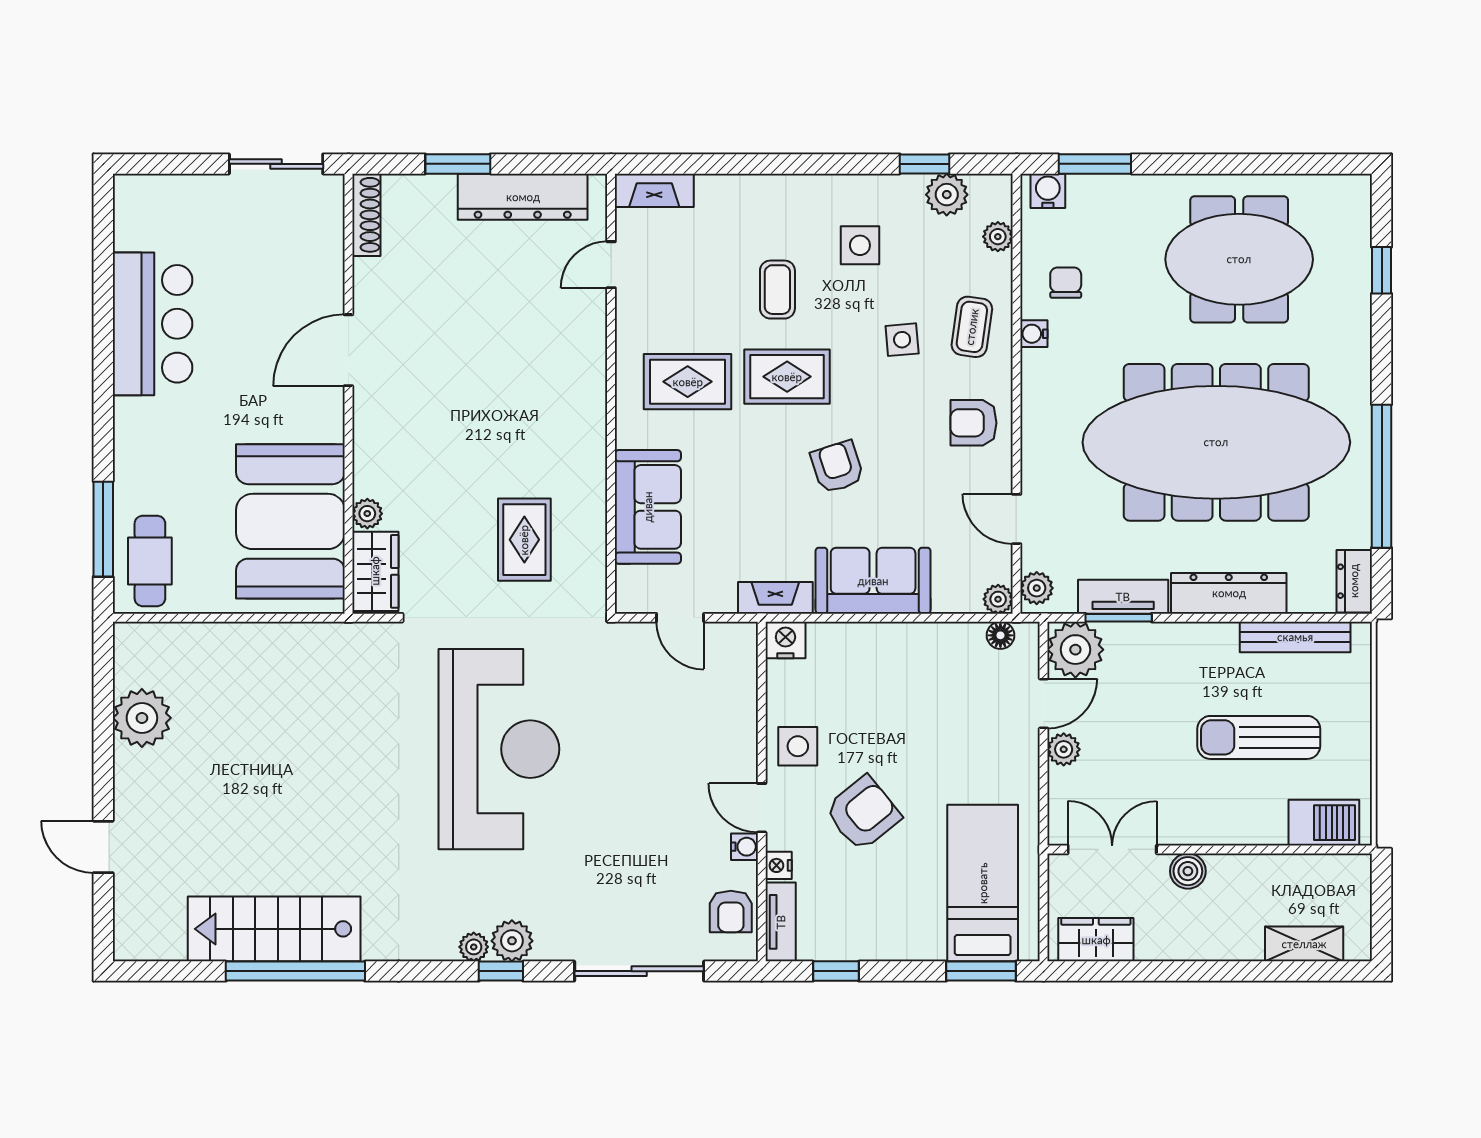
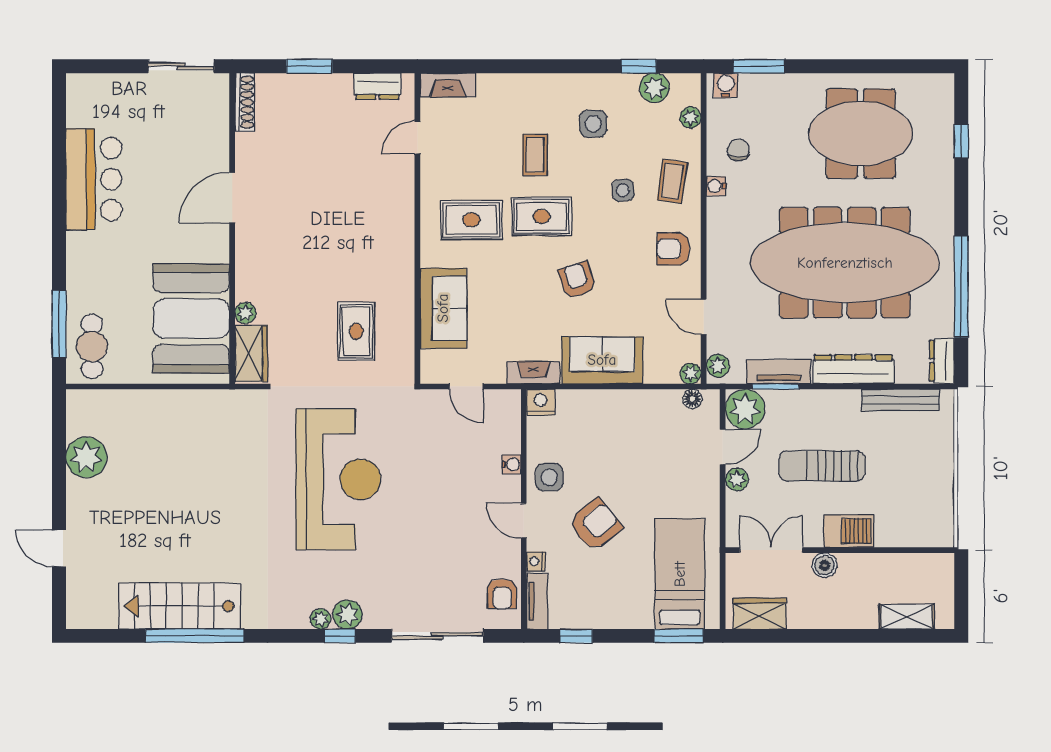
dresser: (523, 197) -> (377, 86), width x0.51, depth x0.80
sun lounger: (1259, 737) -> (822, 466), moved
barbecue: (1324, 823) -> (849, 531), moved
water cooler: (744, 847) -> (512, 464), moved

